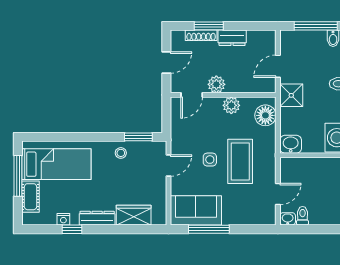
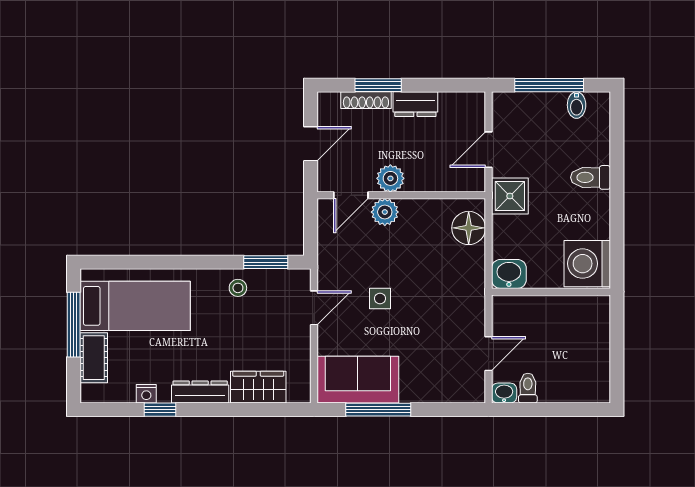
plant: (231, 105) -> (385, 212), moved
coffee table: (240, 161) -> (428, 302), removed

